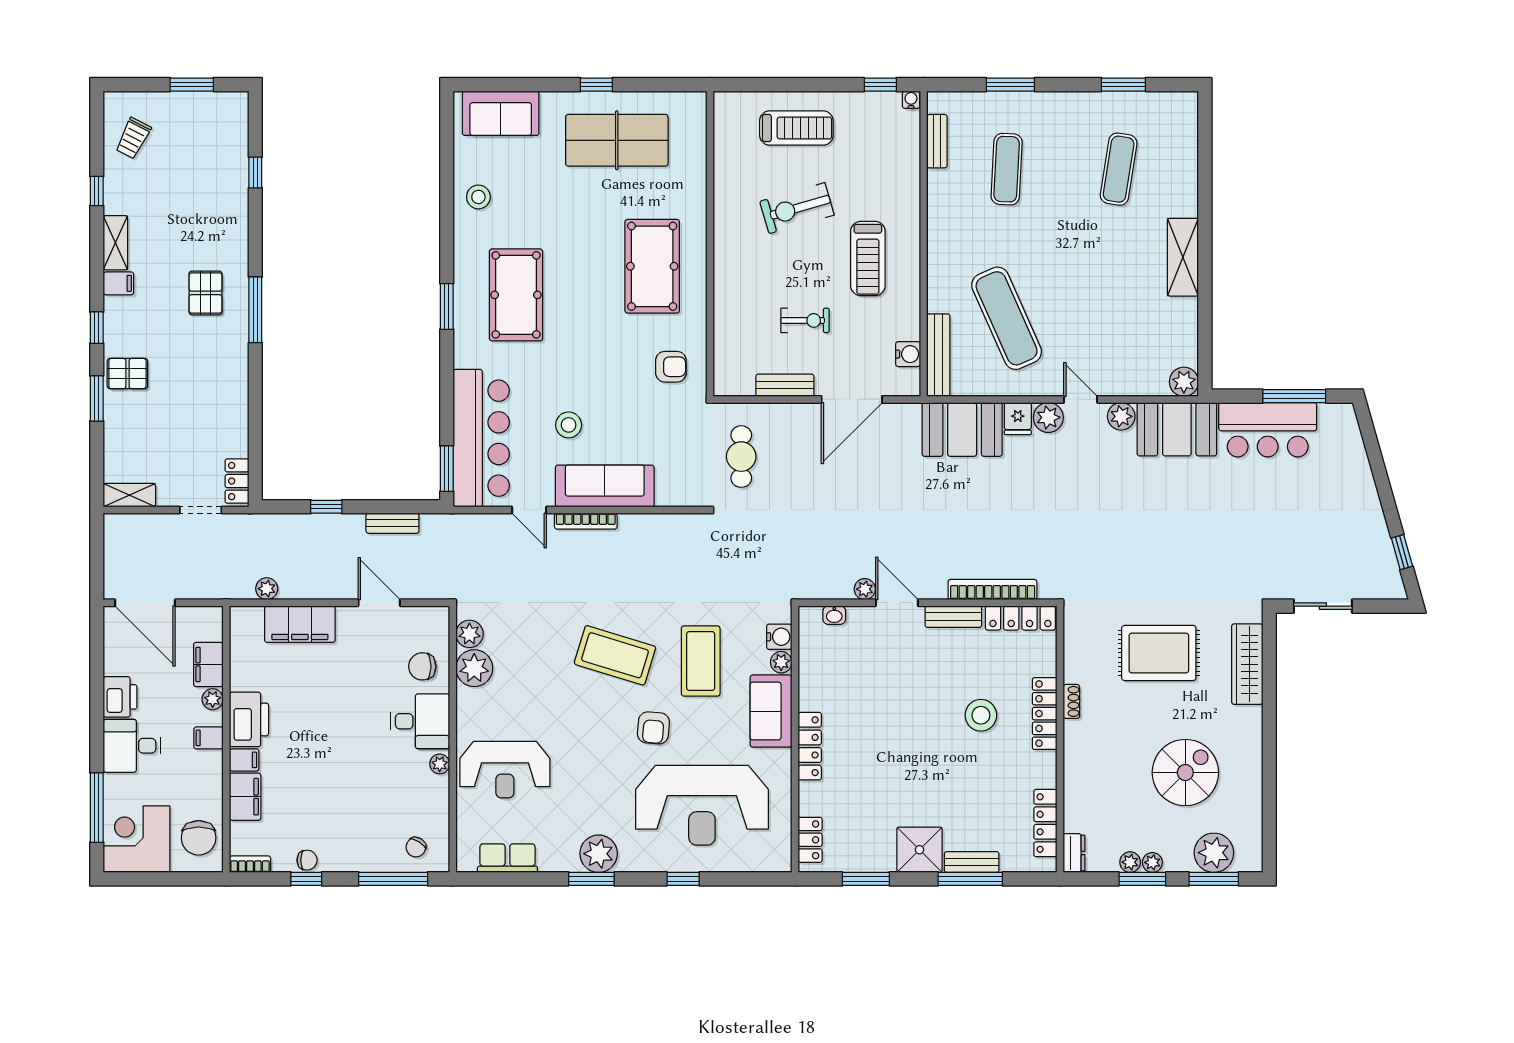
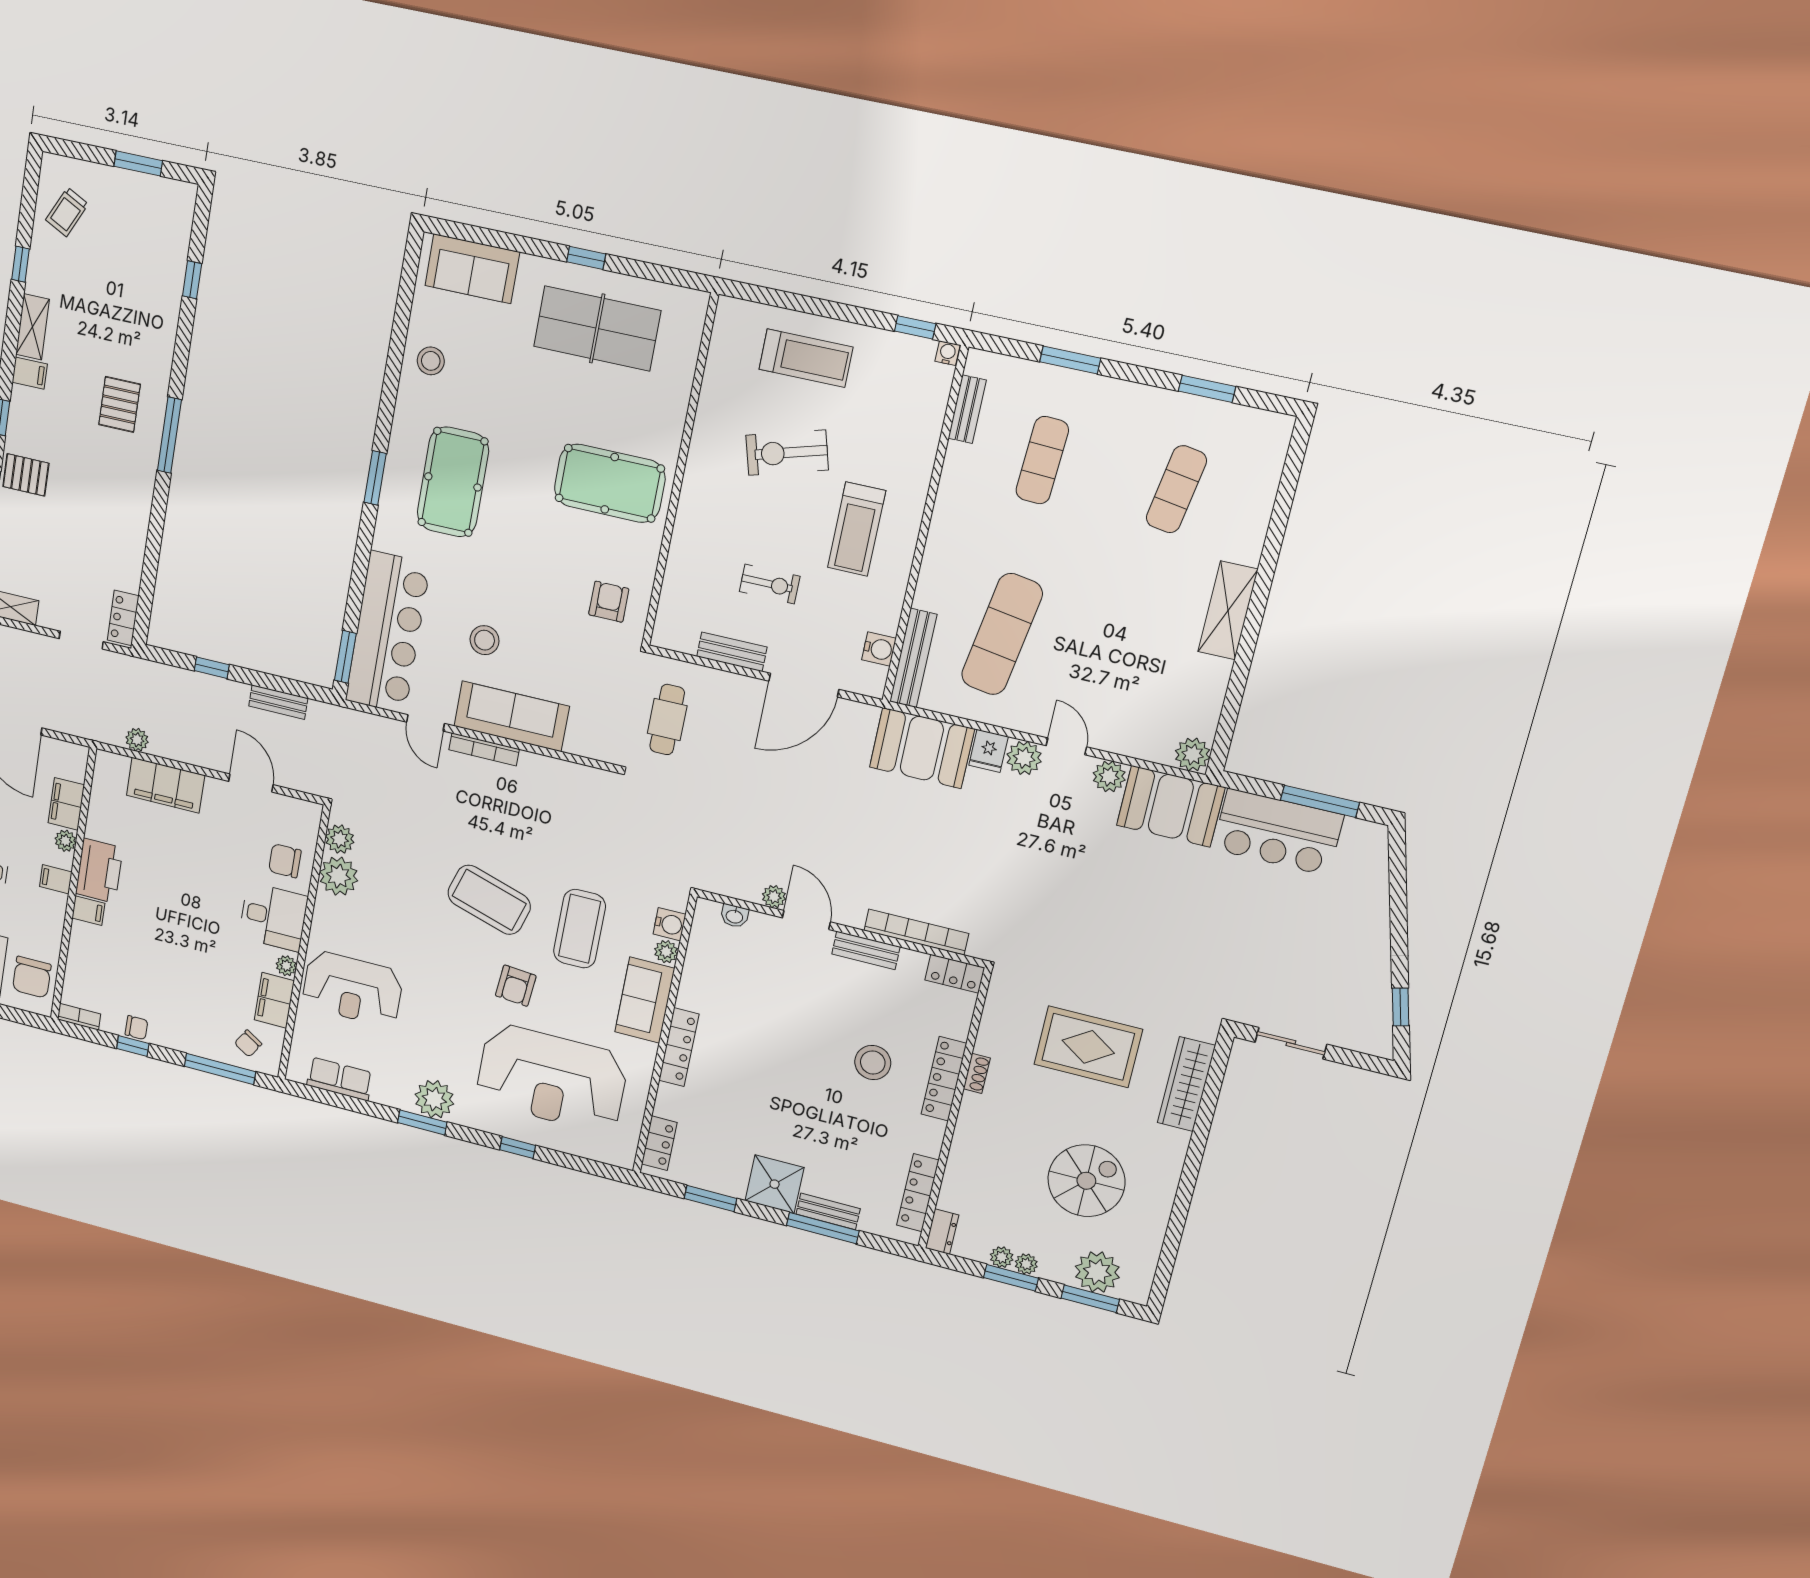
pool table: (652, 266) -> (610, 483), turned 90
exercise mat: (1007, 318) -> (1002, 634), turned 33
armchair: (671, 367) -> (609, 602), turned -90
locker: (1020, 618) -> (955, 974), width x0.66
filing cabinet: (245, 797) -> (274, 1000), moved, turned 180

